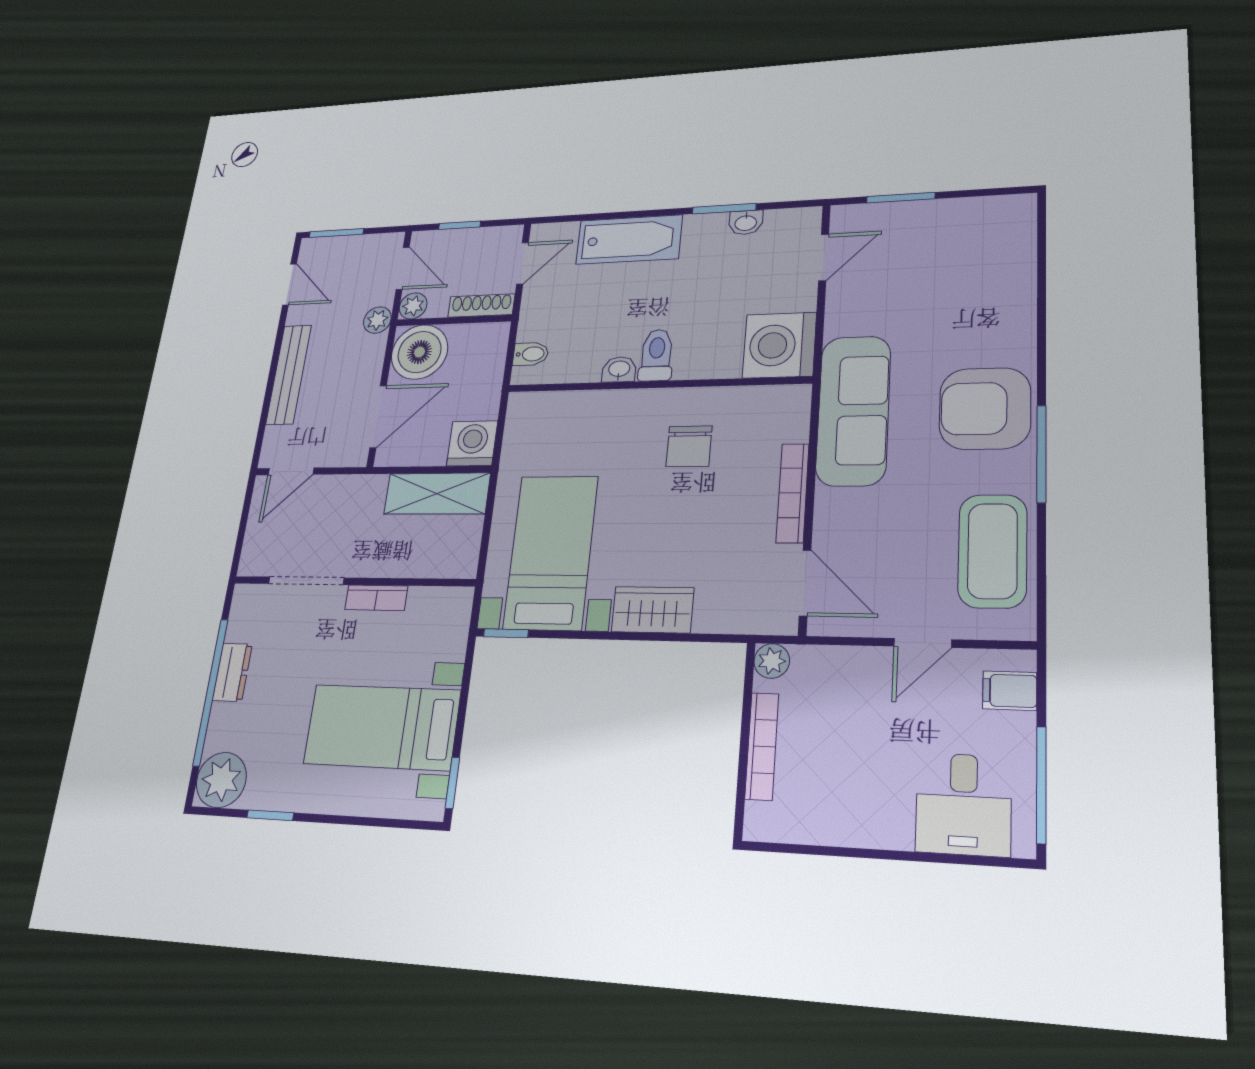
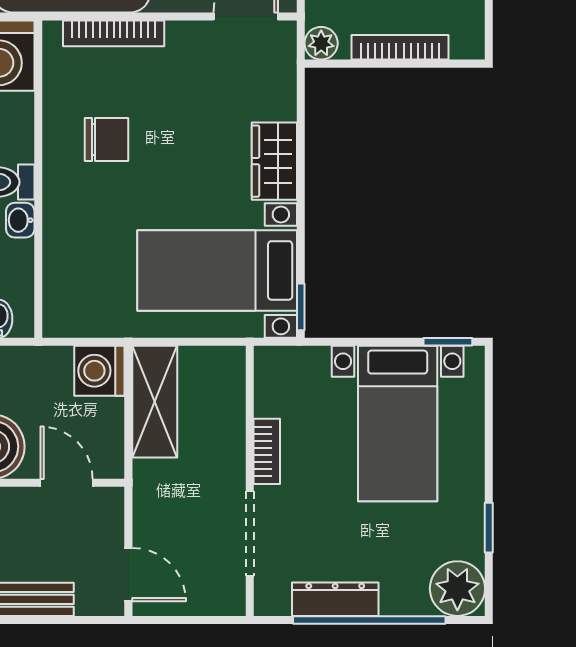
door: (378, 416) -> (67, 483), width x0.73
bookcase: (793, 493) -> (114, 33), moved
dresser: (232, 672) -> (335, 599), width x1.44

